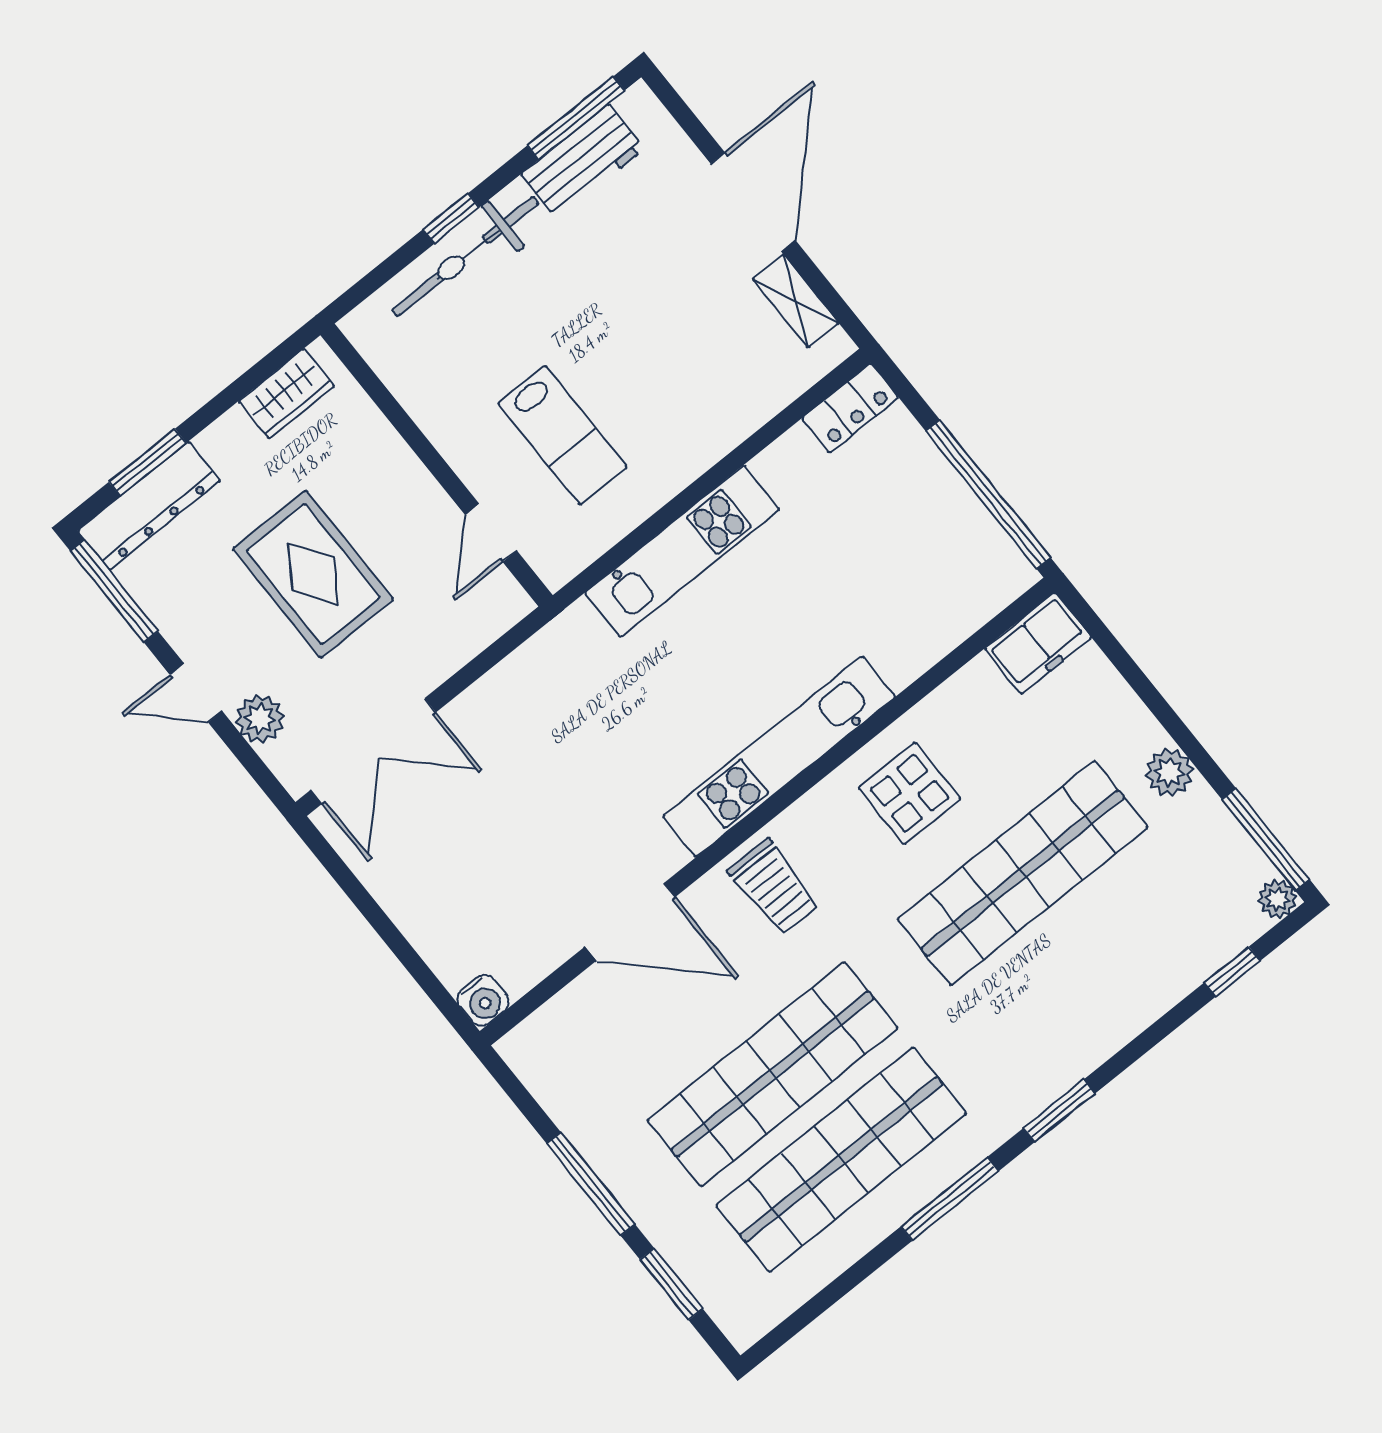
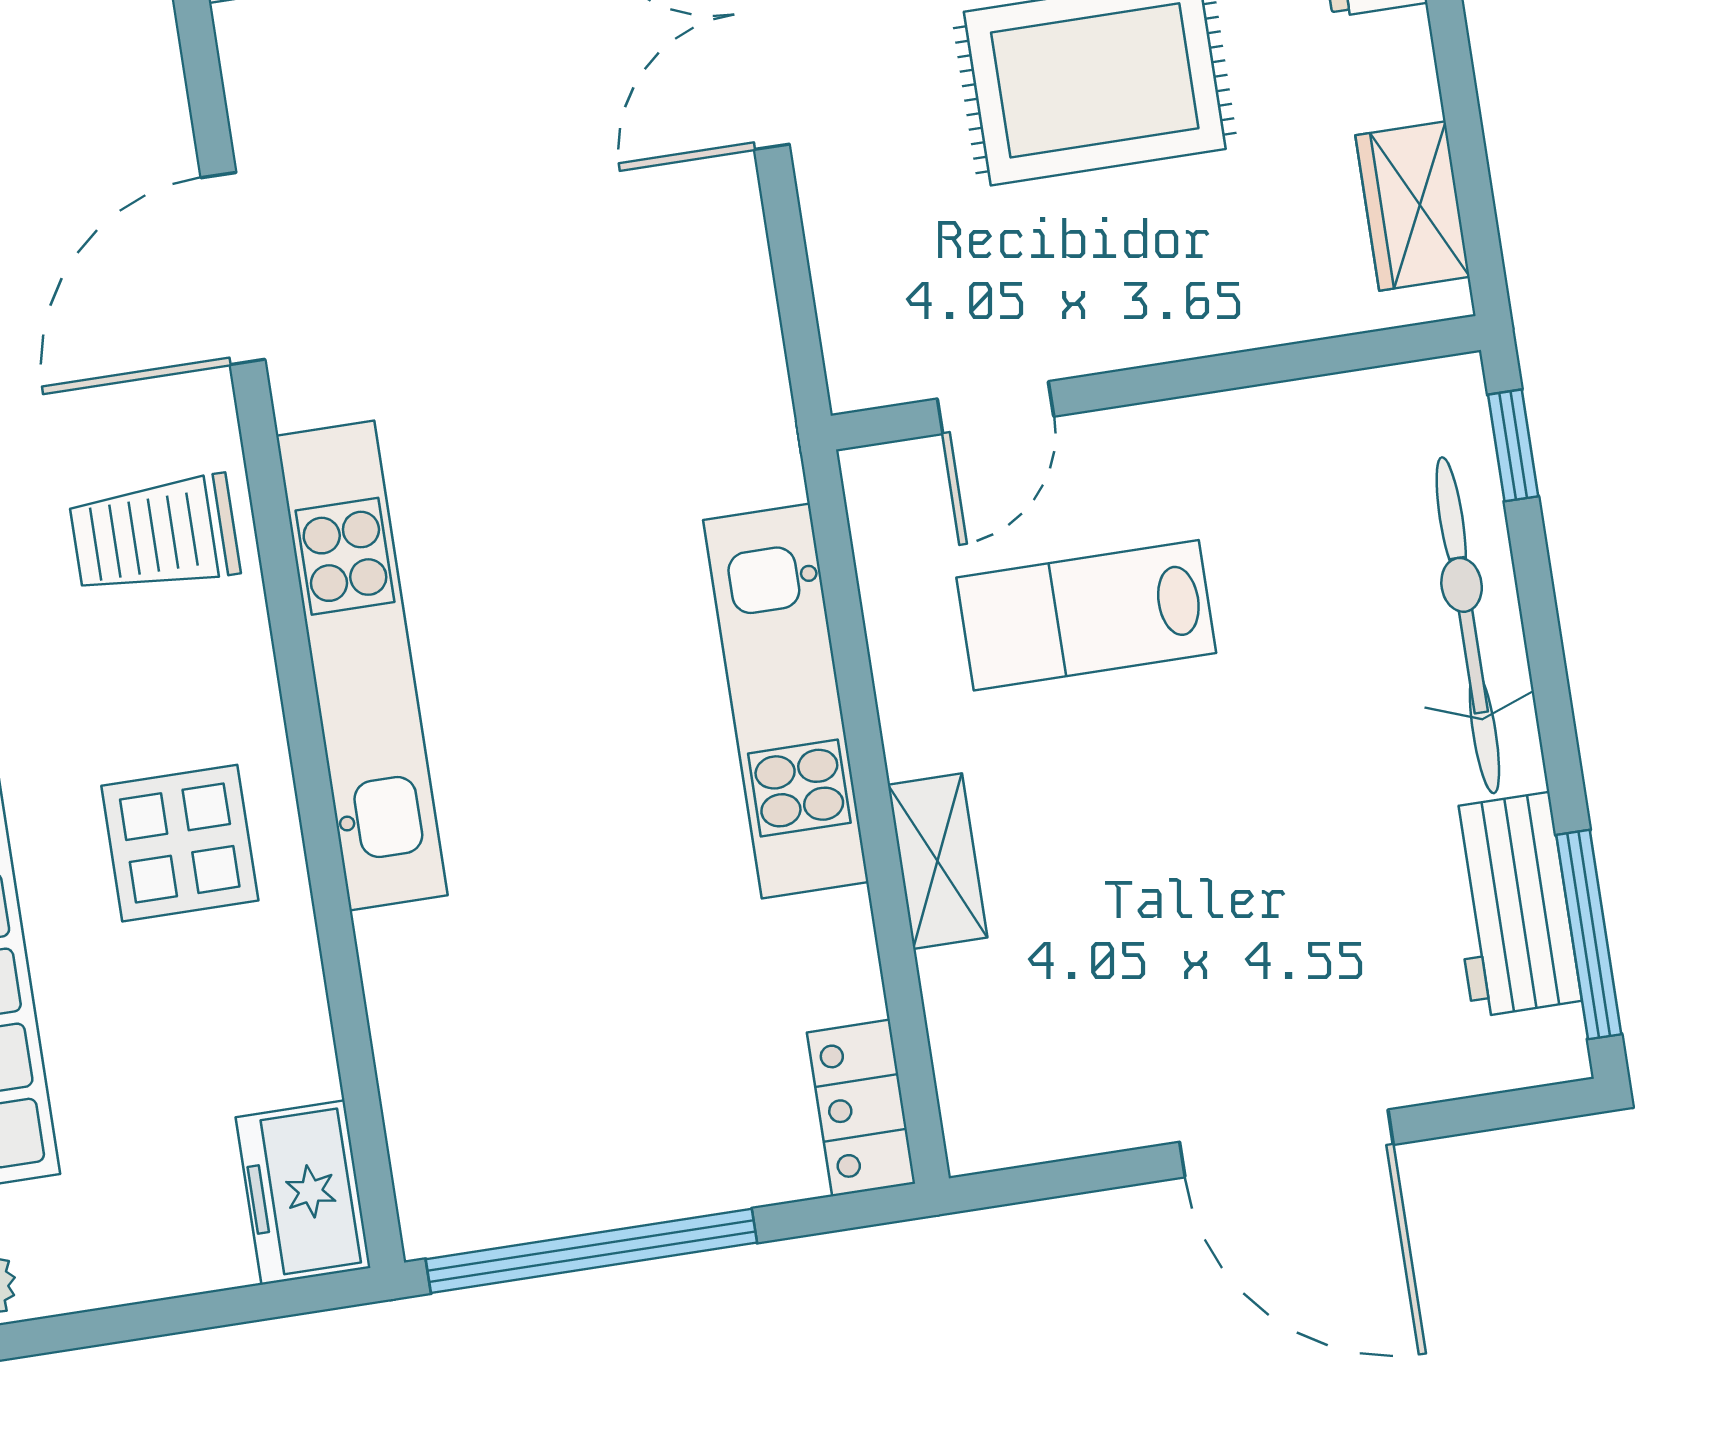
window: (451, 218) -> (1513, 445), moved
shelving: (796, 301) -> (938, 861), moved, turned 90
door: (491, 533) -> (996, 408), swing flipped

